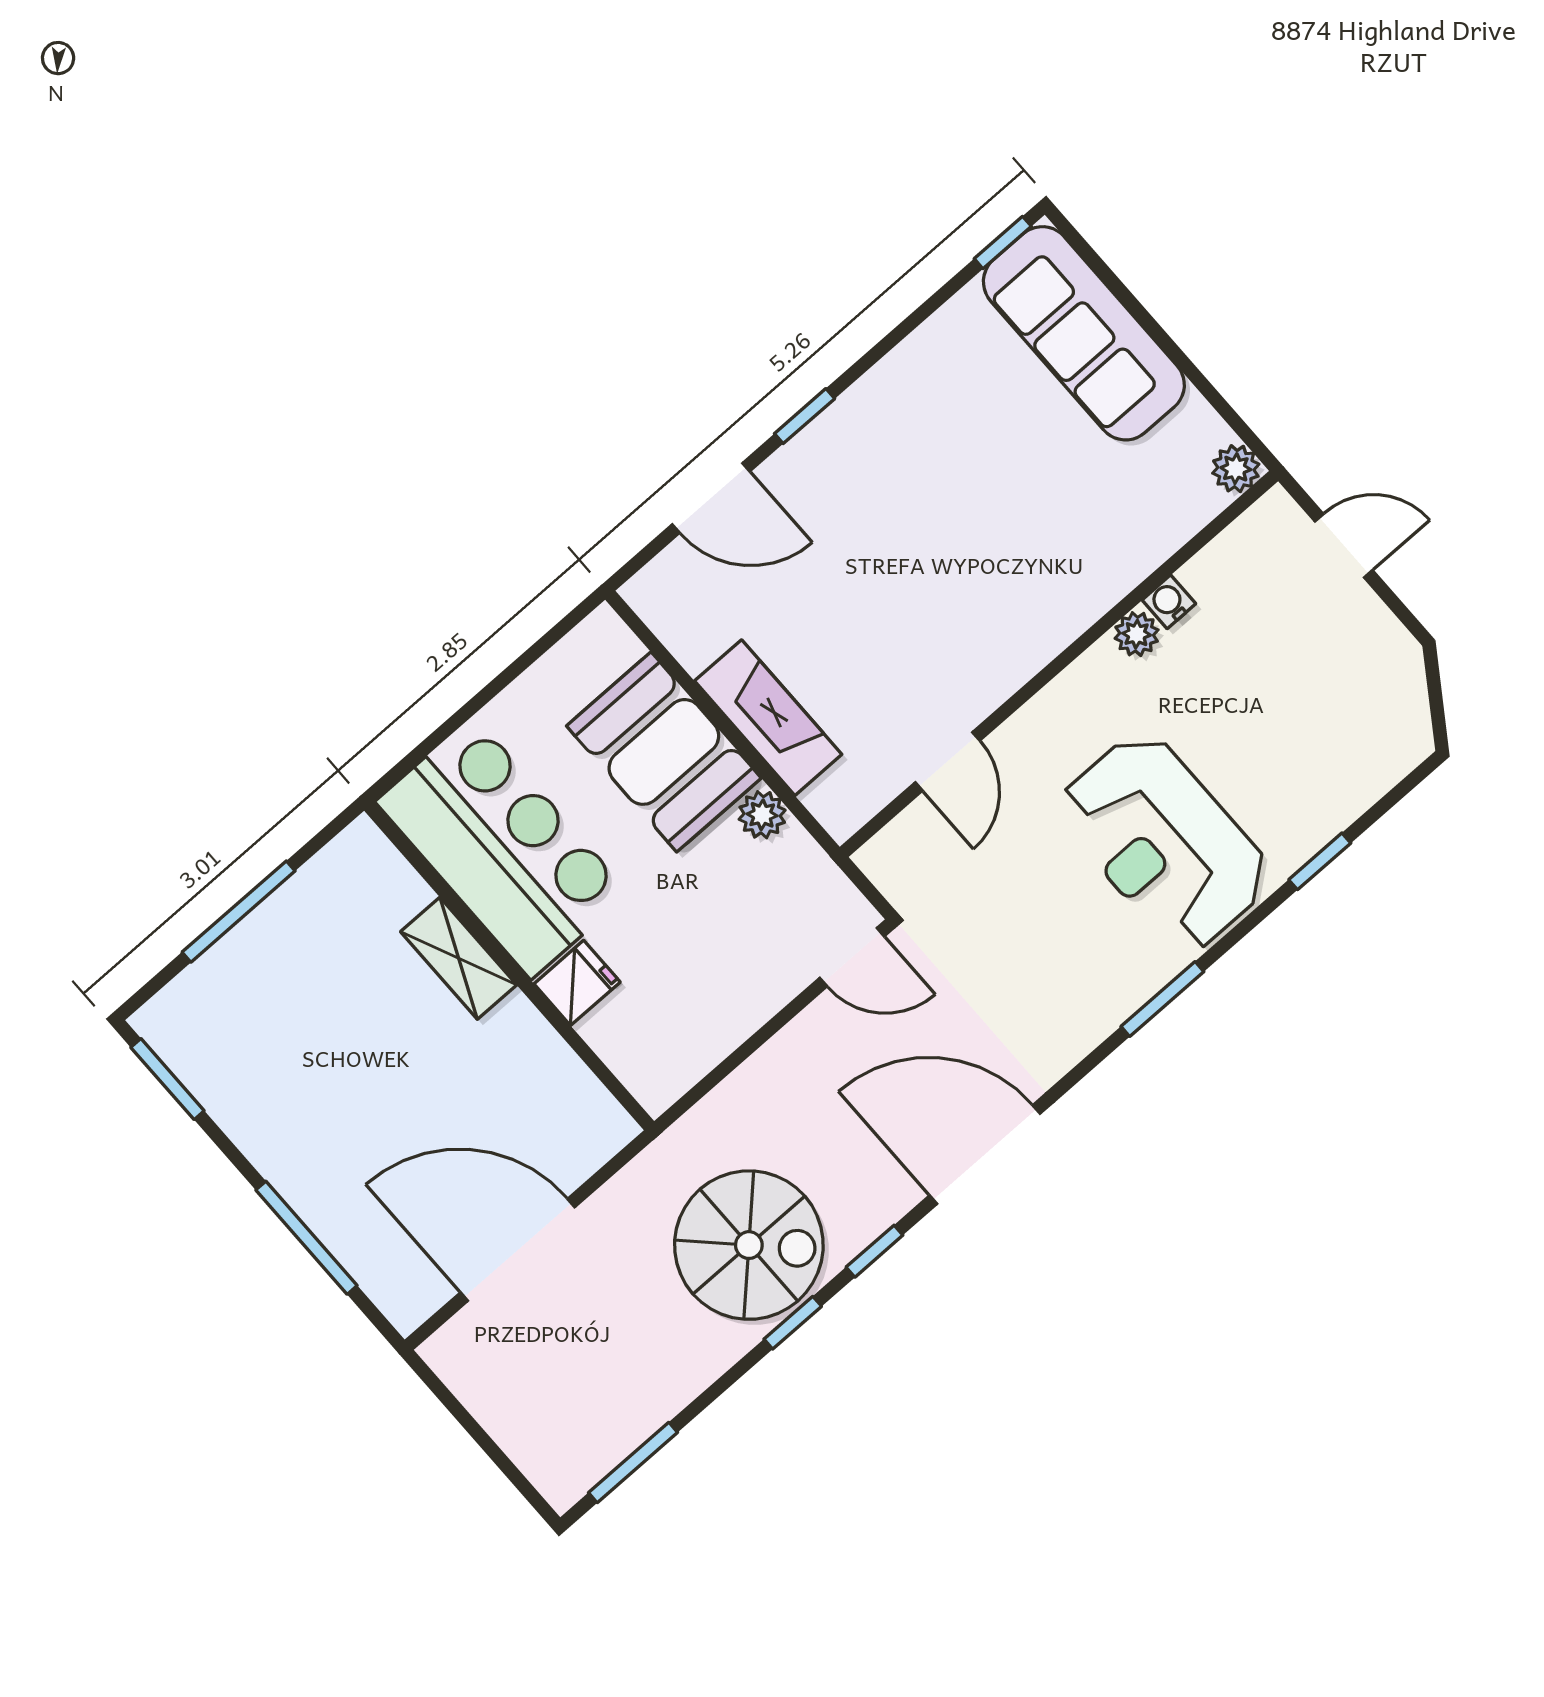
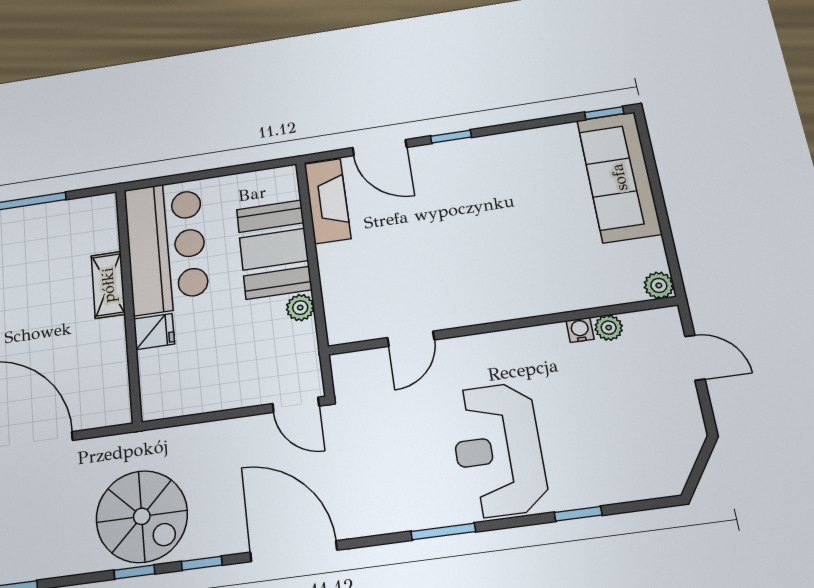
plant: (1137, 634) -> (609, 328), moved
fireplace: (768, 718) -> (327, 201), moved

